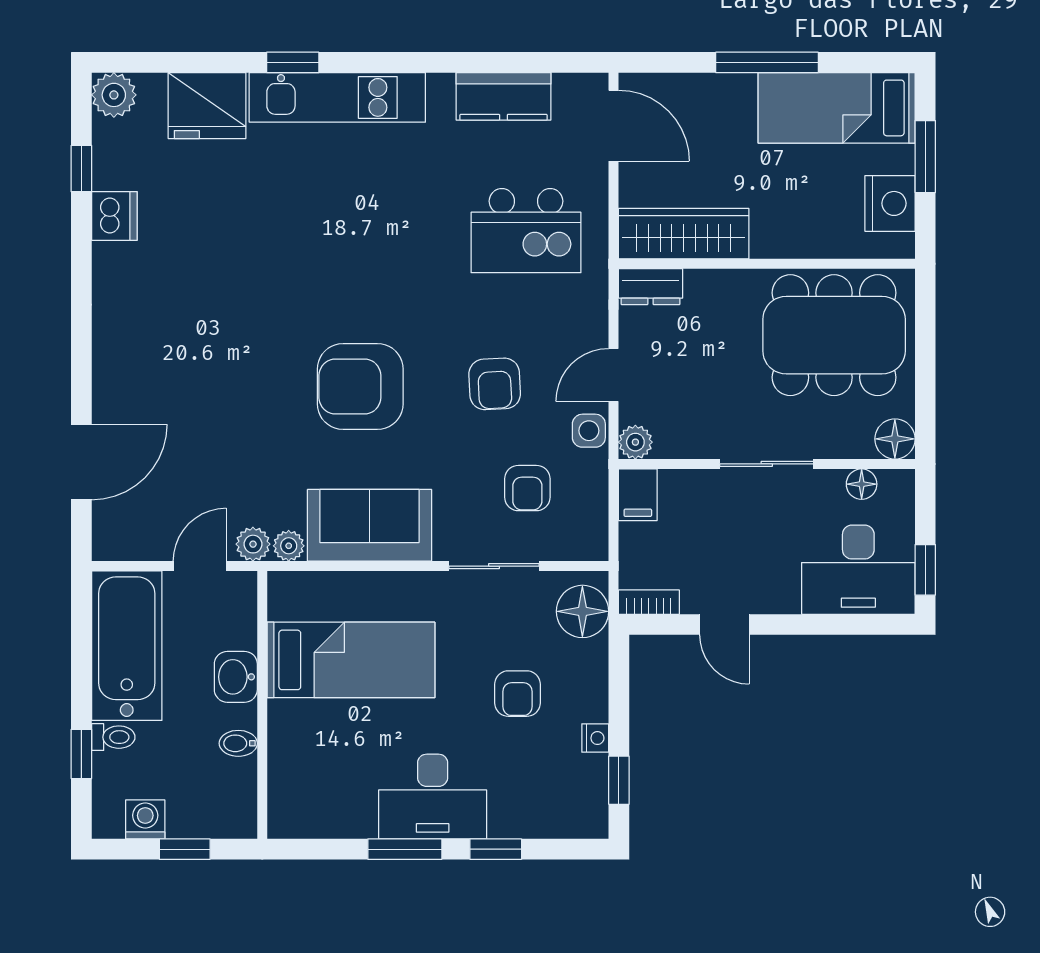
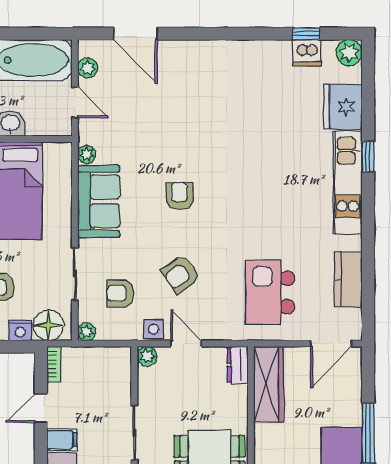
dishwasher: (114, 216) -> (307, 53), moved
armchair: (495, 384) -> (181, 274), turned -31
armchair: (360, 386) -> (179, 196), width x0.53, depth x0.53
filing cabinet: (638, 495) -> (62, 440), moved, turned 180
plant: (253, 544) -> (88, 68), moved
plant: (593, 546) -> (87, 332), added
nightstand: (591, 660) -> (20, 330), added

